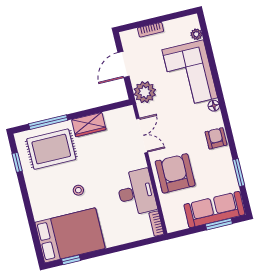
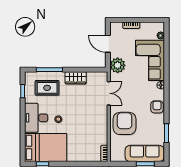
door: (123, 64) -> (108, 44), hinge flipped
rug: (51, 149) -> (47, 88), width x0.73, depth x0.70
desk: (136, 192) -> (36, 118), moved, turned 180

